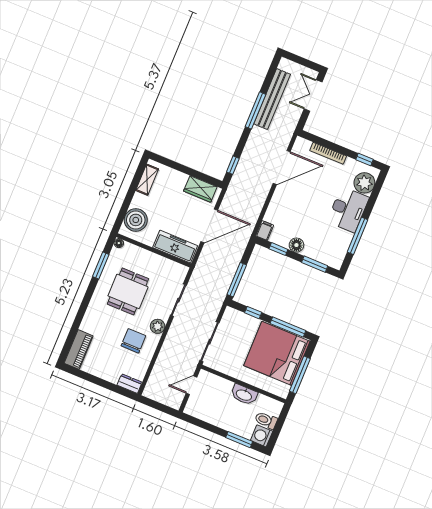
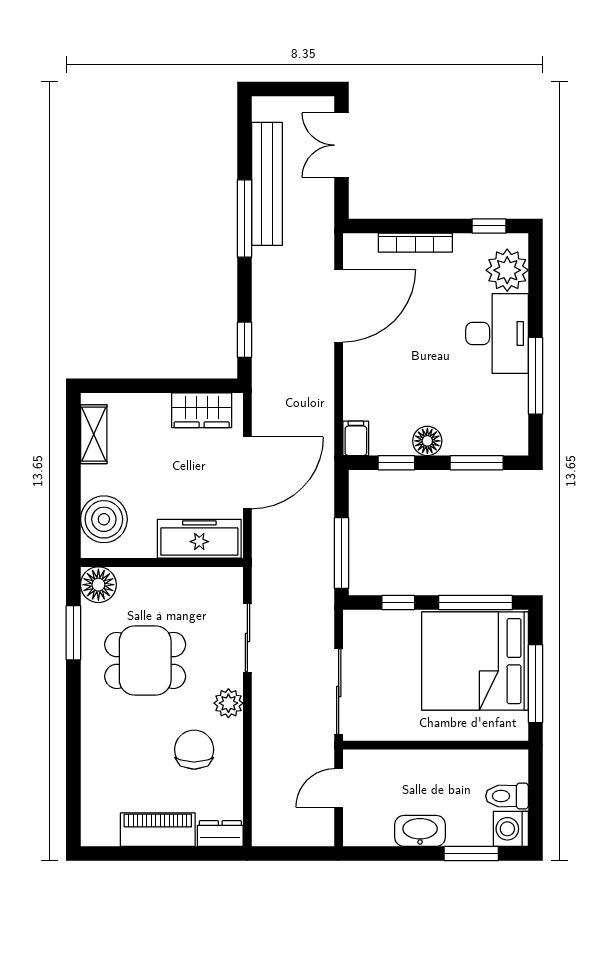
floor lamp: (119, 243) -> (98, 585), width x1.89, depth x1.89
dining table: (128, 291) -> (145, 660), turned 90
piano: (79, 350) -> (158, 830), moved, turned -90
washbasin: (244, 395) -> (420, 831), moved, turned 180

